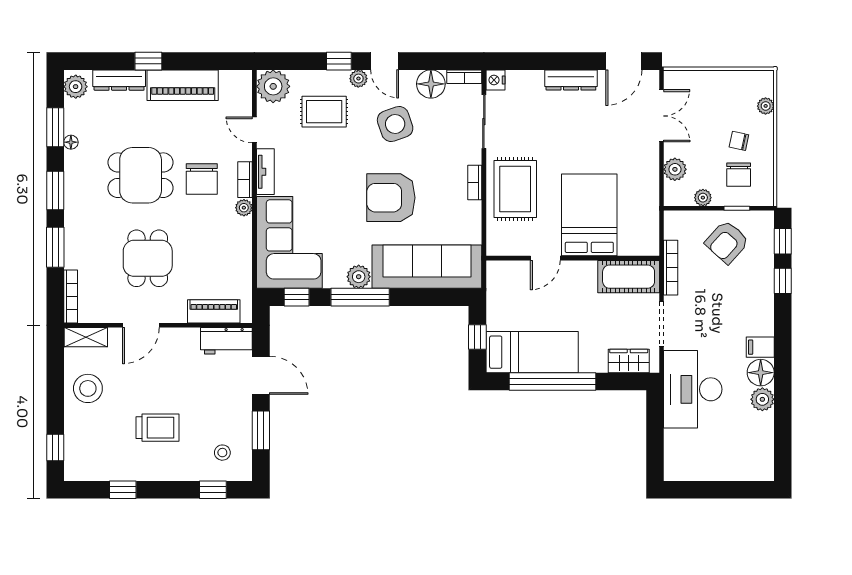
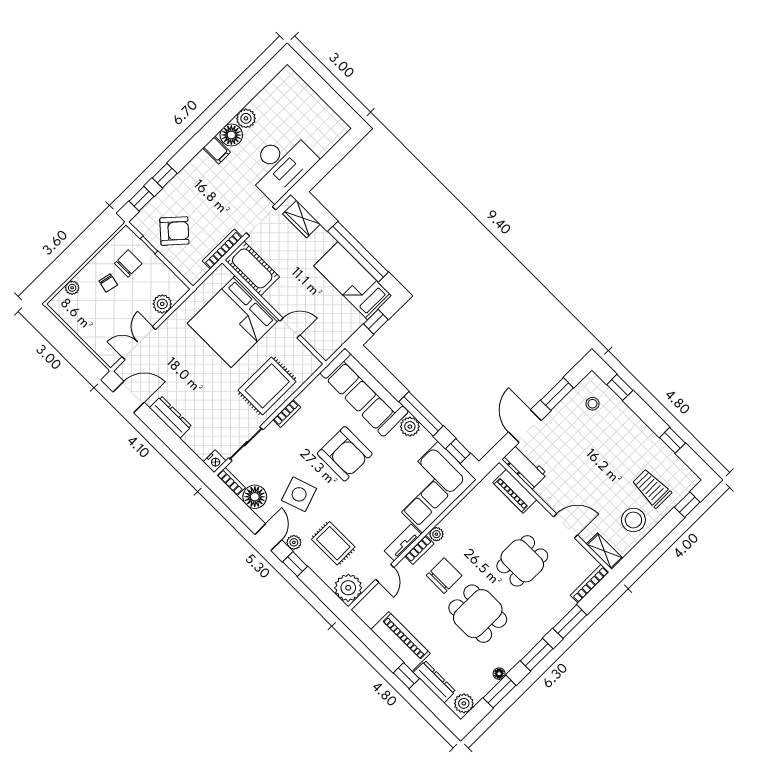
plant: (703, 198) -> (163, 271), removed
bed: (589, 215) -> (233, 322), width x1.36
trolley: (158, 428) -> (652, 488), moved

